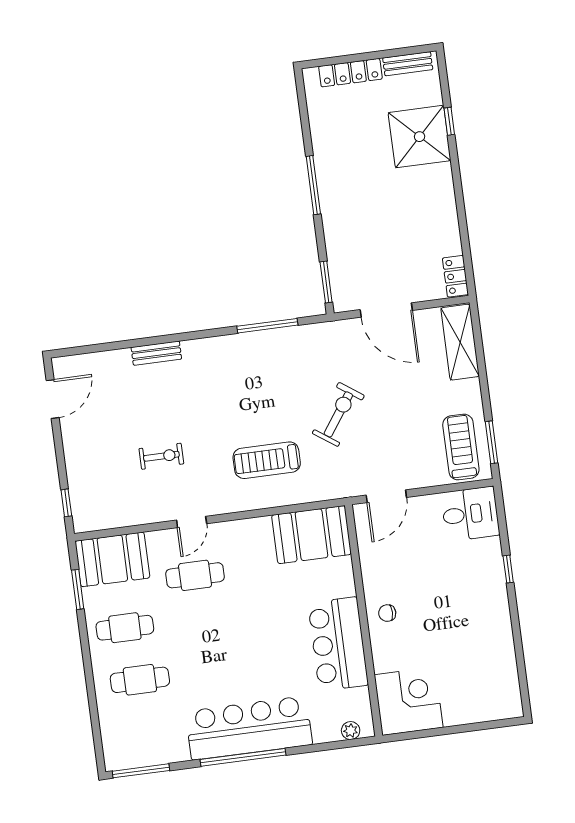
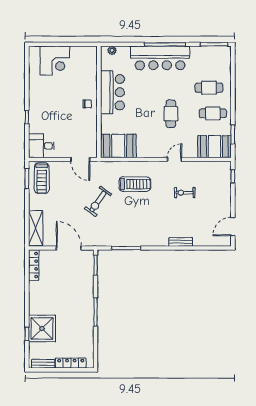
locker: (455, 276) -> (34, 265), width x1.53
door: (386, 496) -> (80, 159), swing flipped
cafe table: (195, 575) -> (171, 114), moved, turned 90
corner desk: (409, 701) -> (55, 61), moved, turned -90

